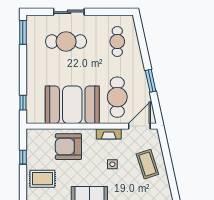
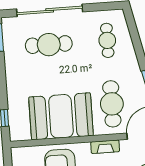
sliding door: (69, 12) -> (50, 10), width x1.86

